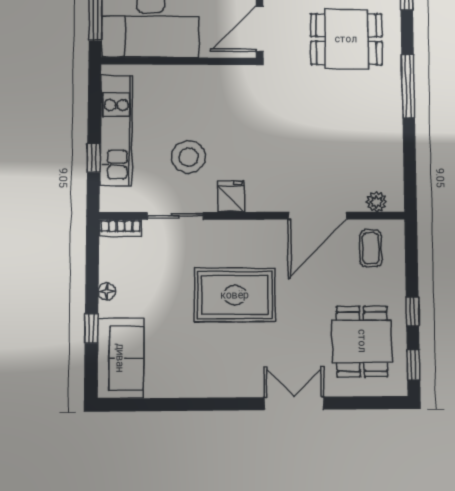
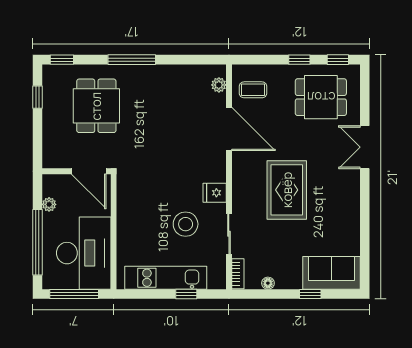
floor lamp: (107, 291) -> (268, 283), moved

